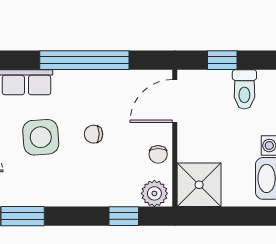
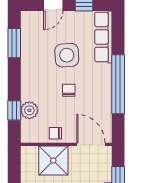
shower: (199, 185) -> (53, 161), moved
plant: (154, 193) -> (29, 110), moved

